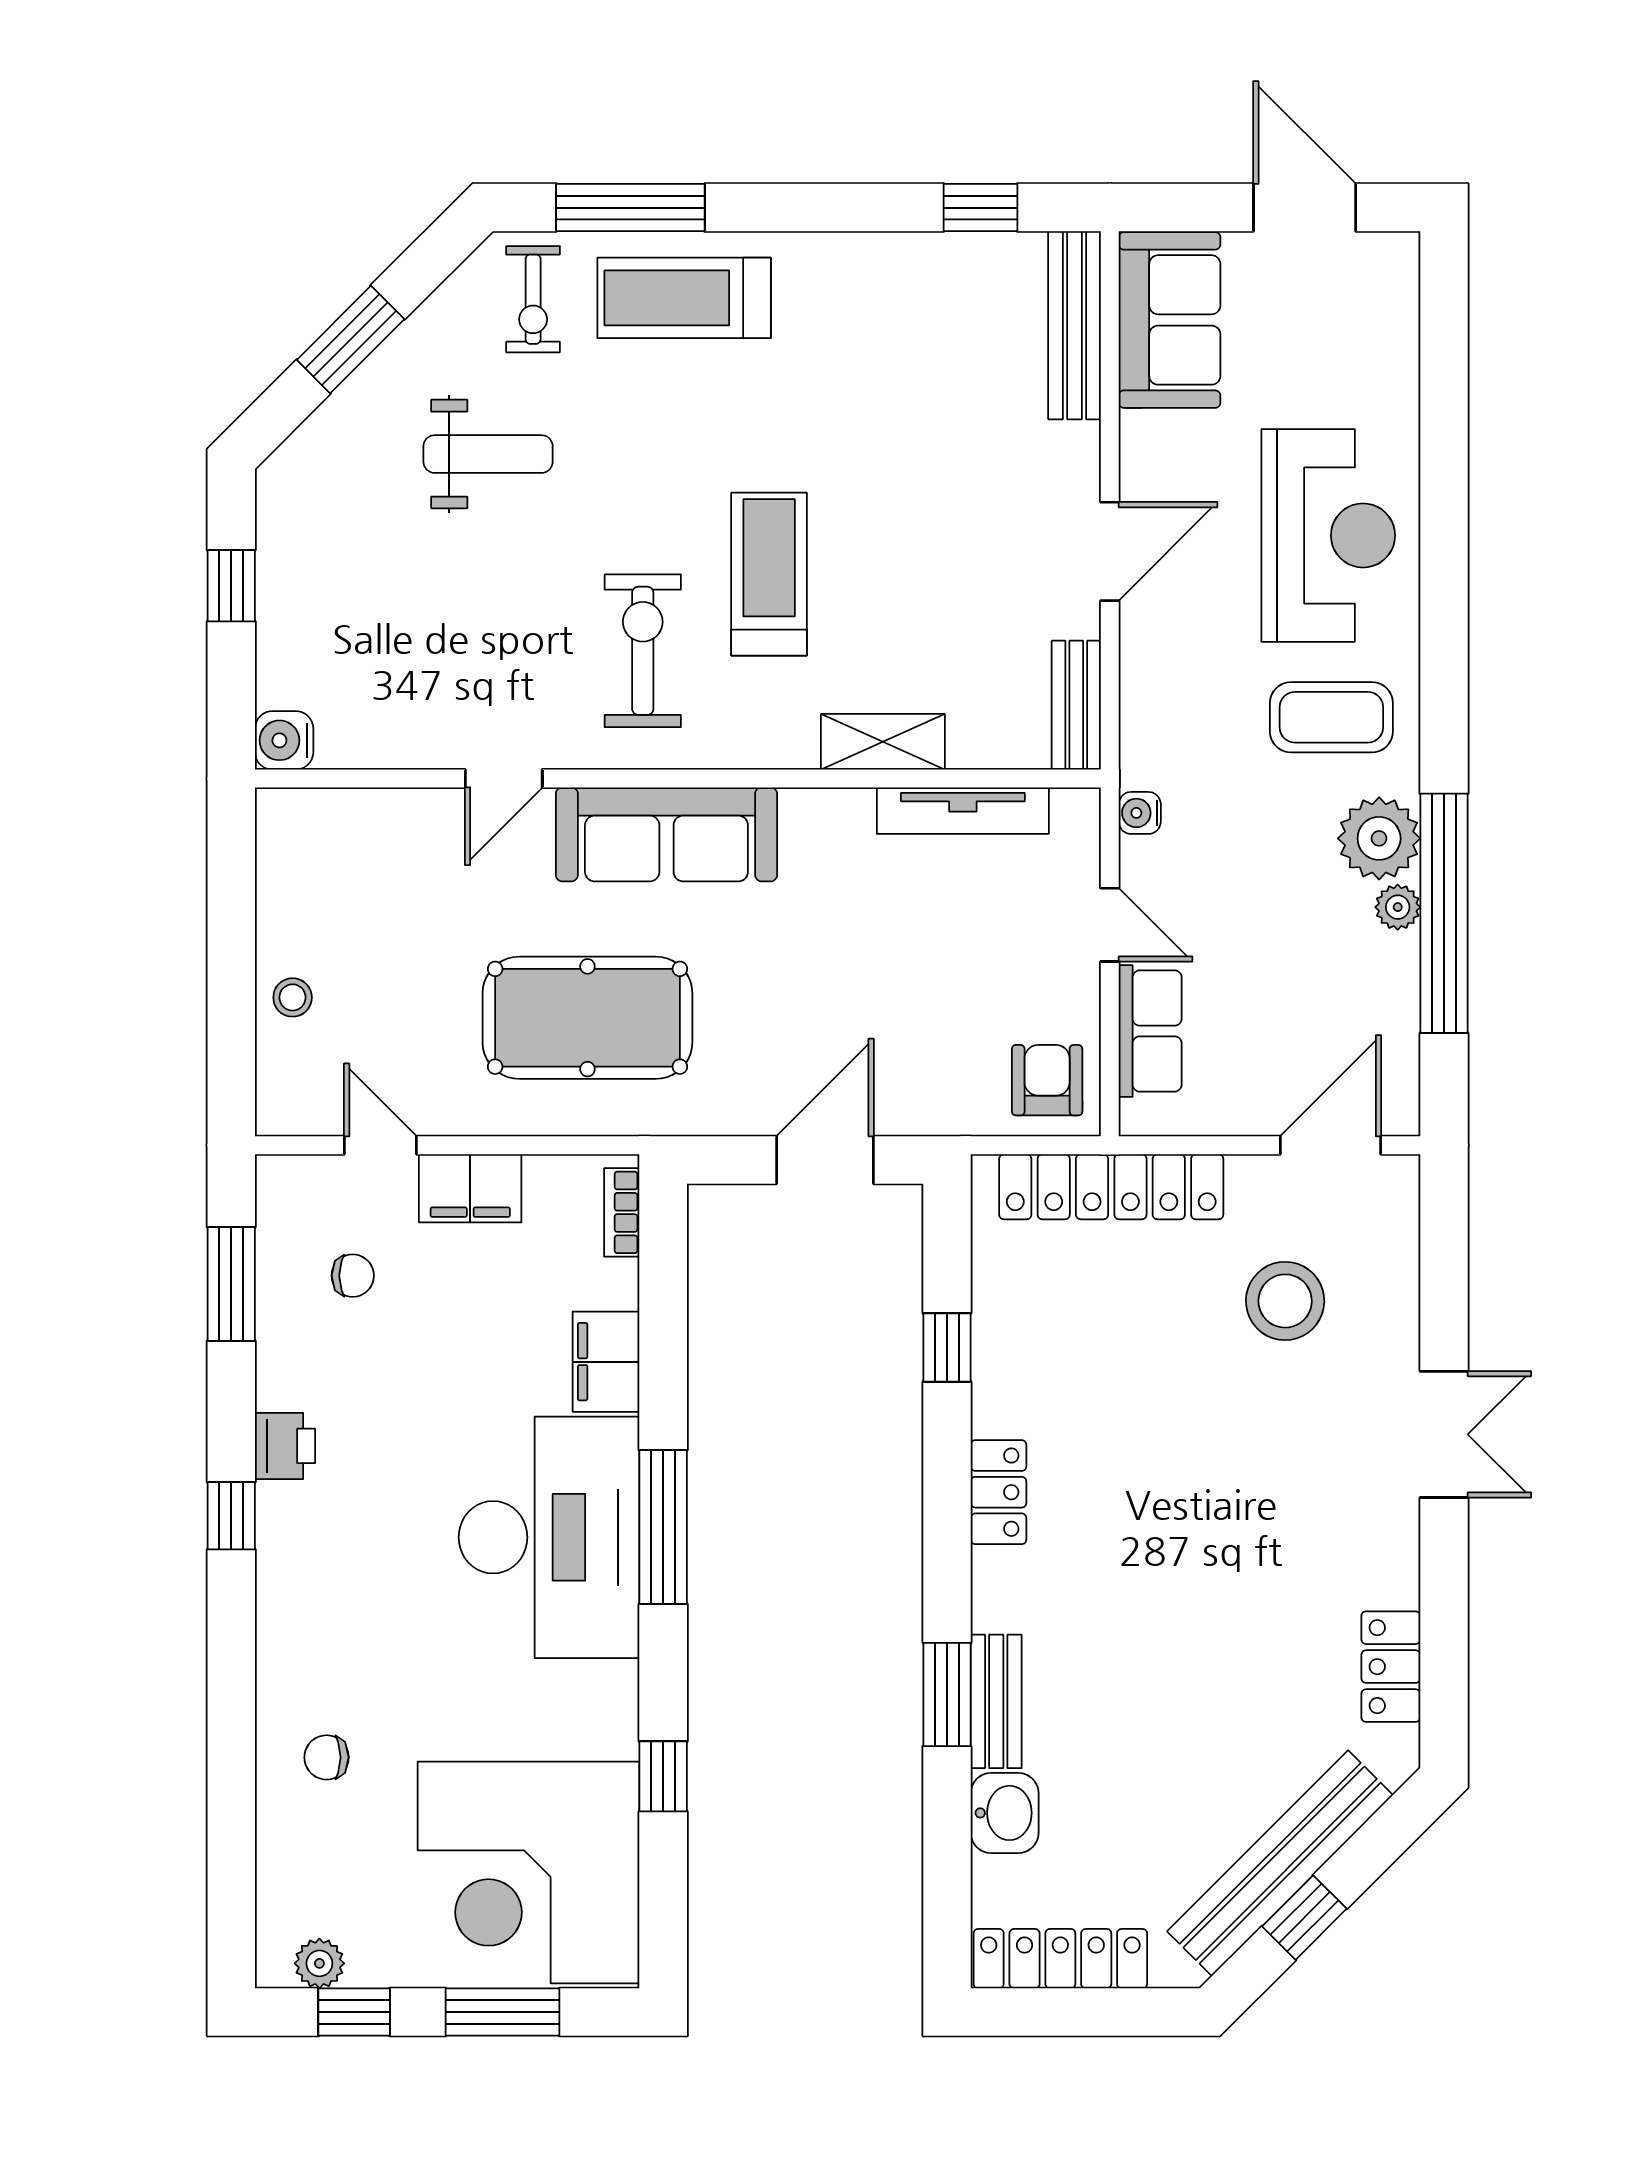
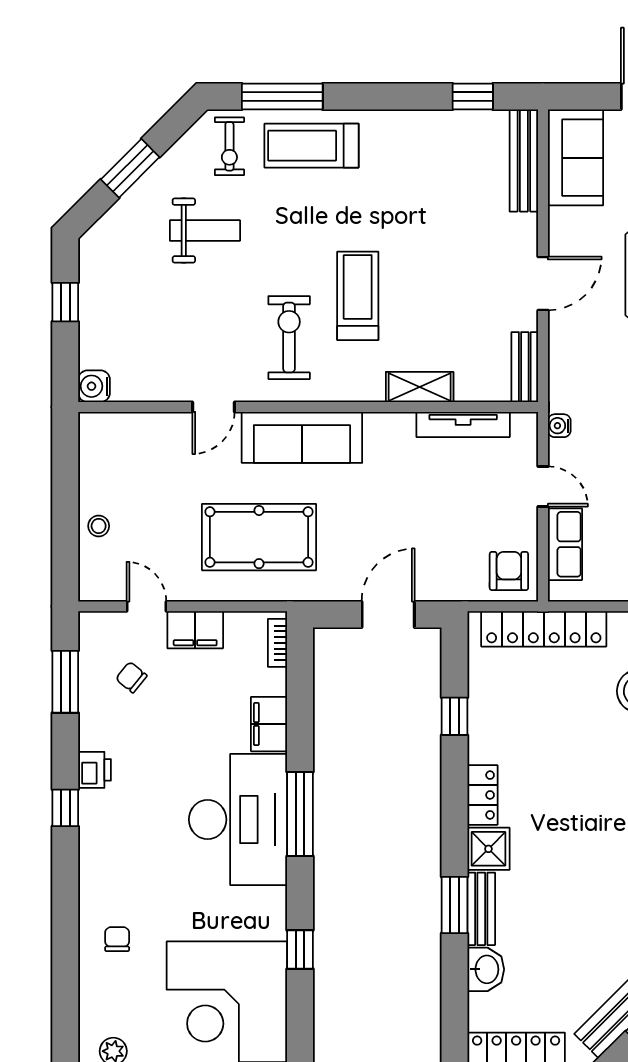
chair: (353, 1276) -> (131, 677), turned -141
shower: (1010, 1591) -> (488, 849), added
chair: (327, 1757) -> (117, 939), turned 90

